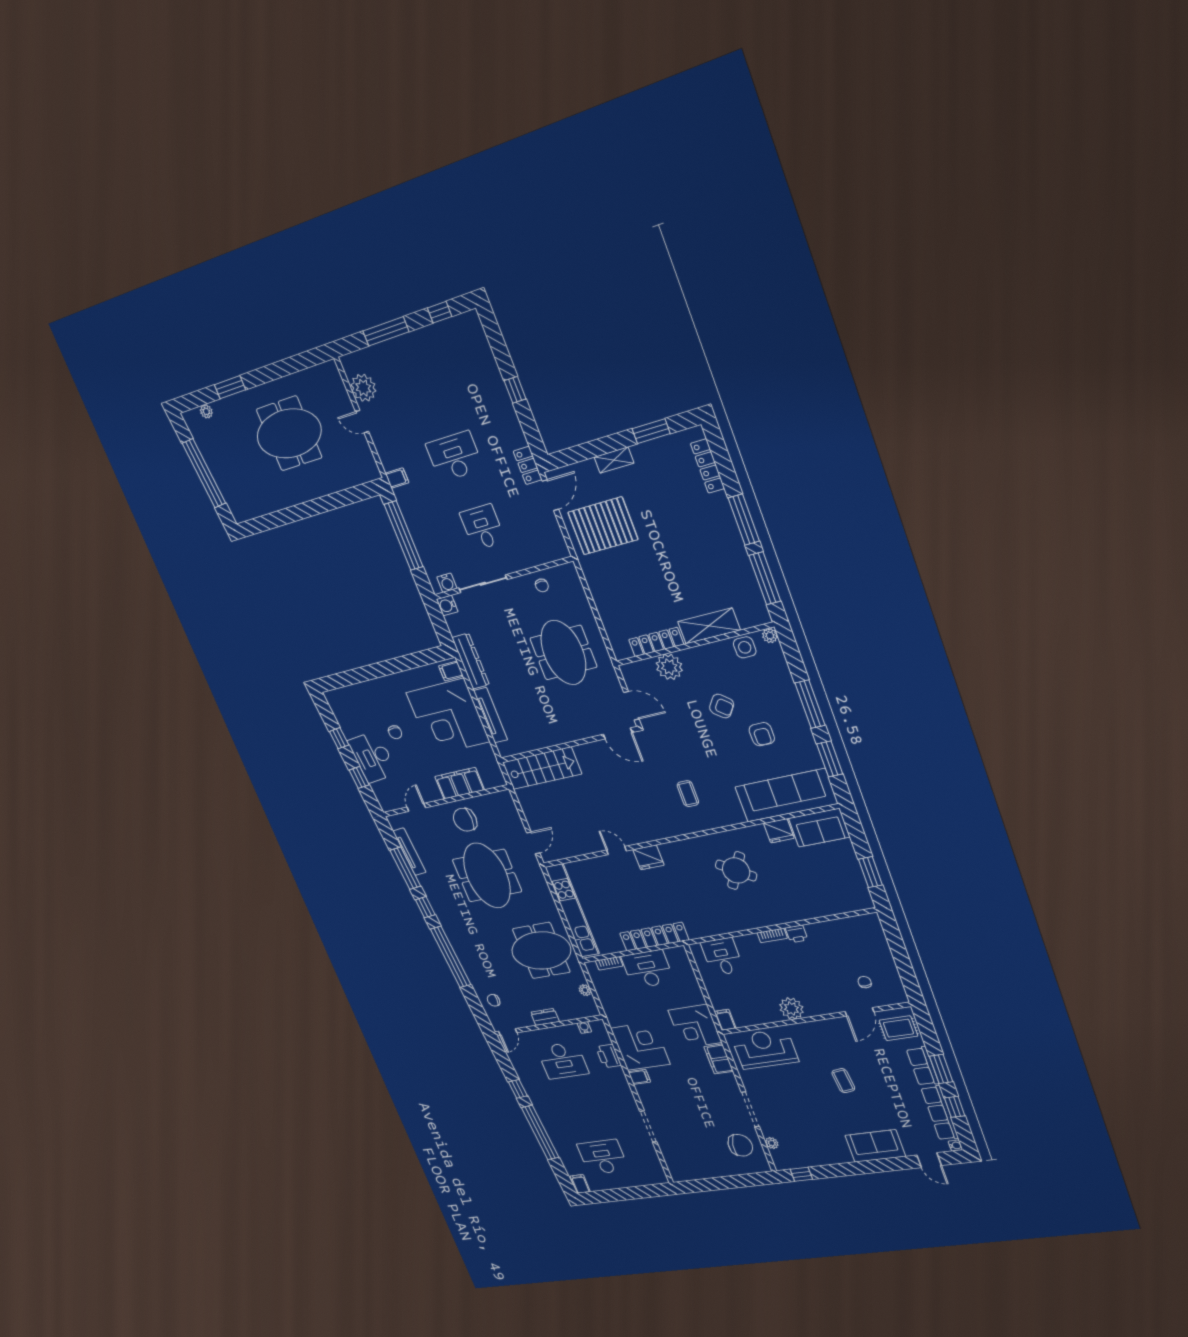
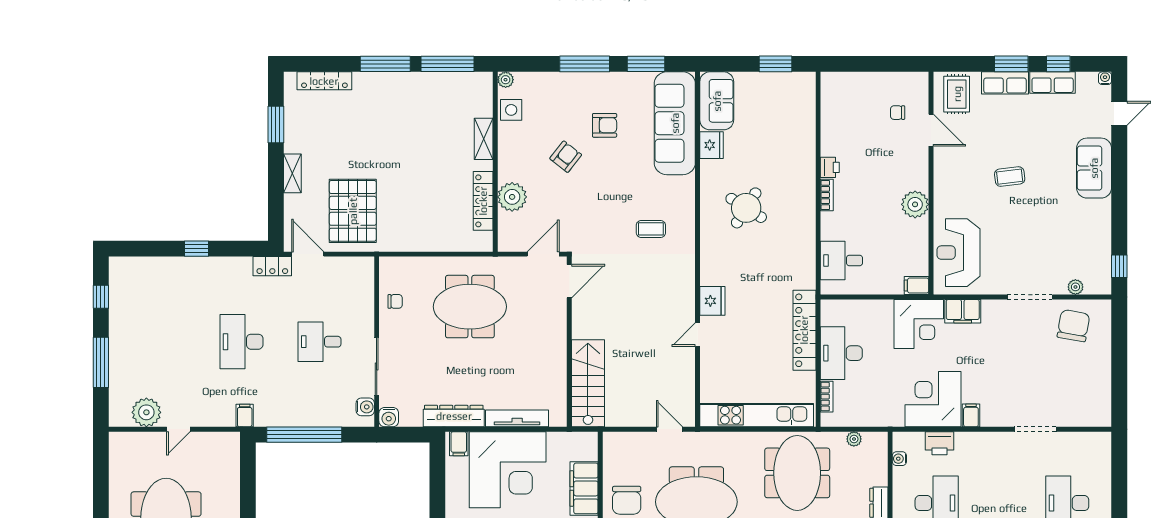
shelving: (709, 626) -> (484, 139), width x0.67, depth x0.75
row of seats: (940, 1113) -> (1053, 83), width x0.68

